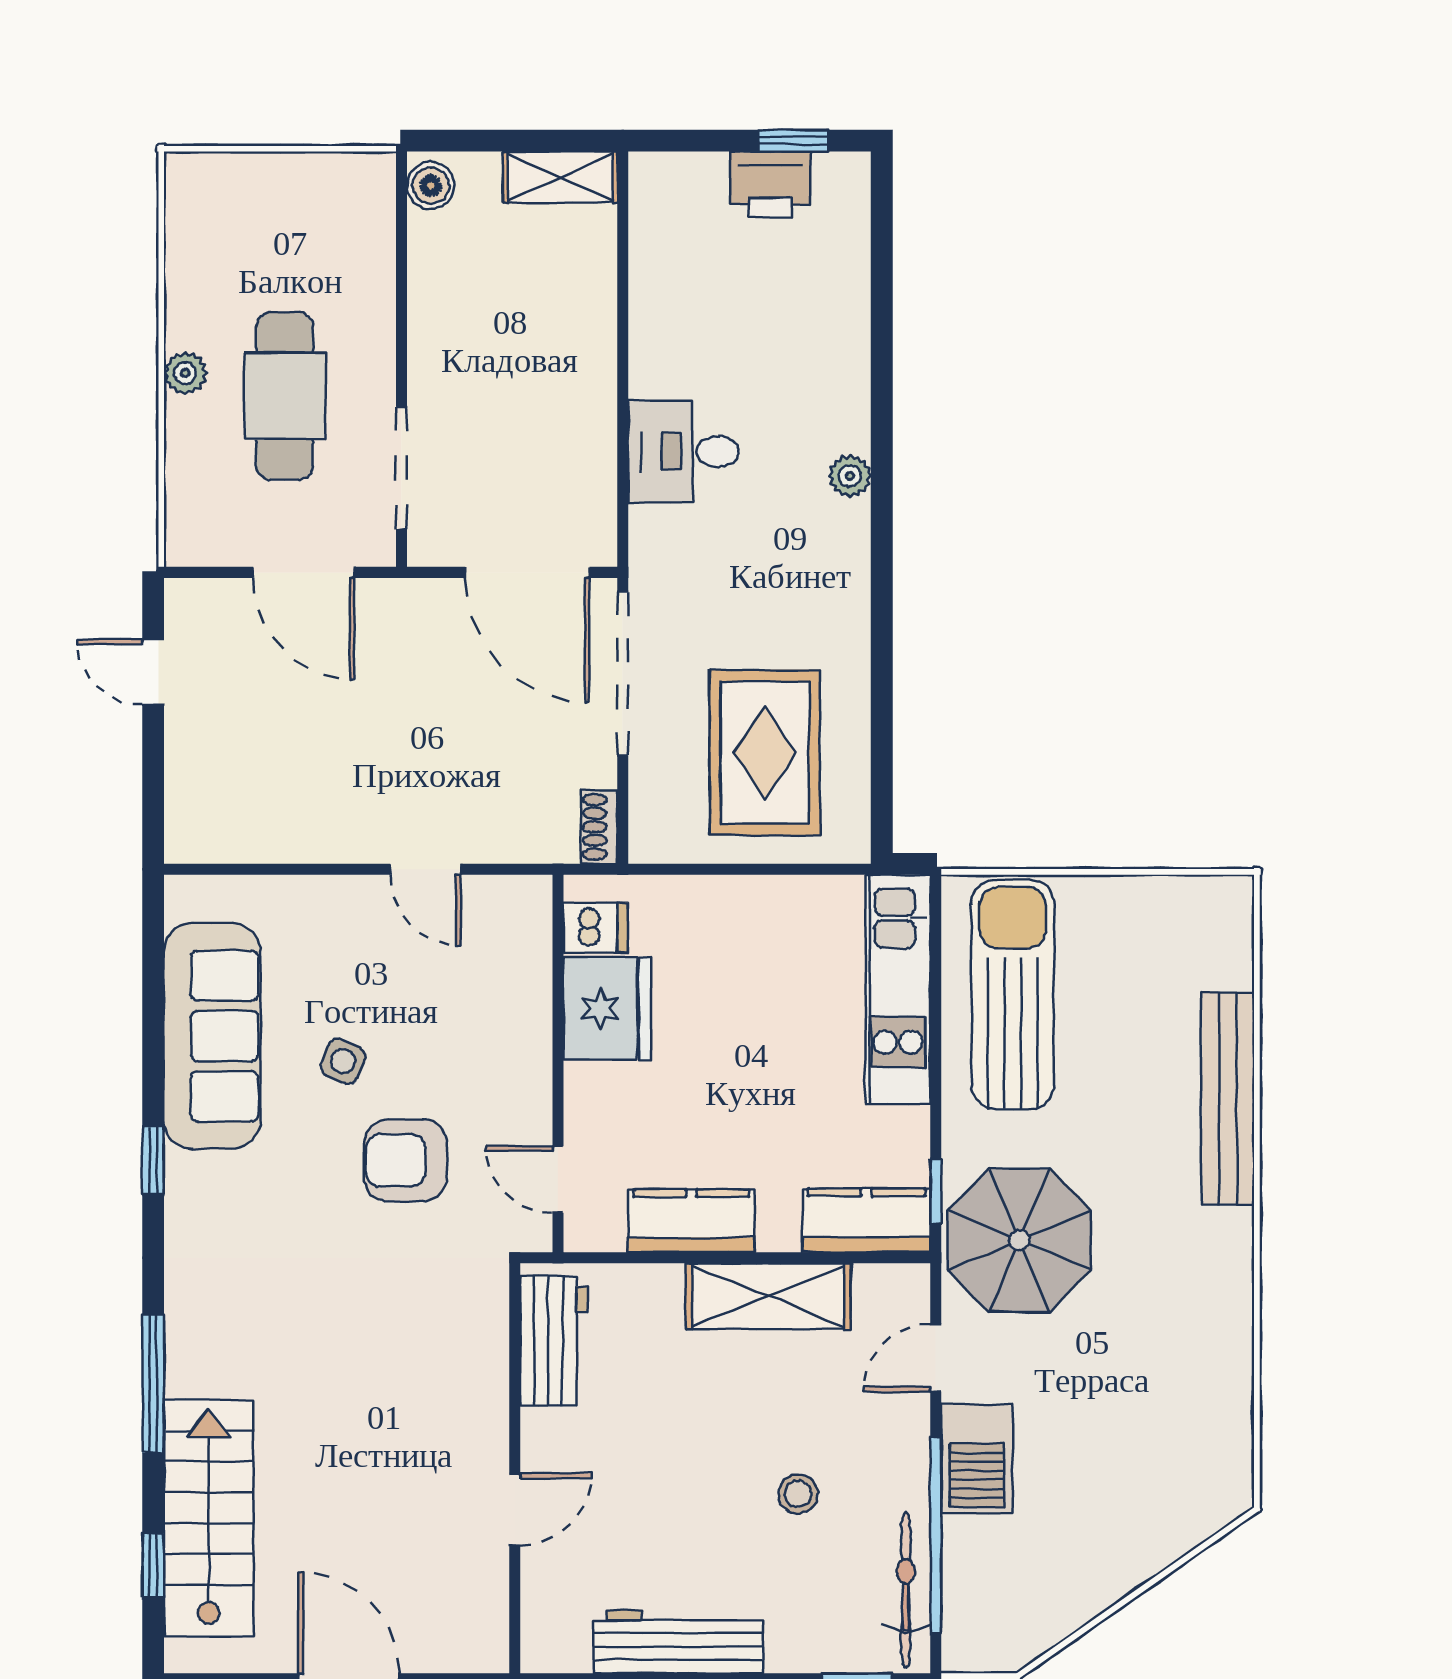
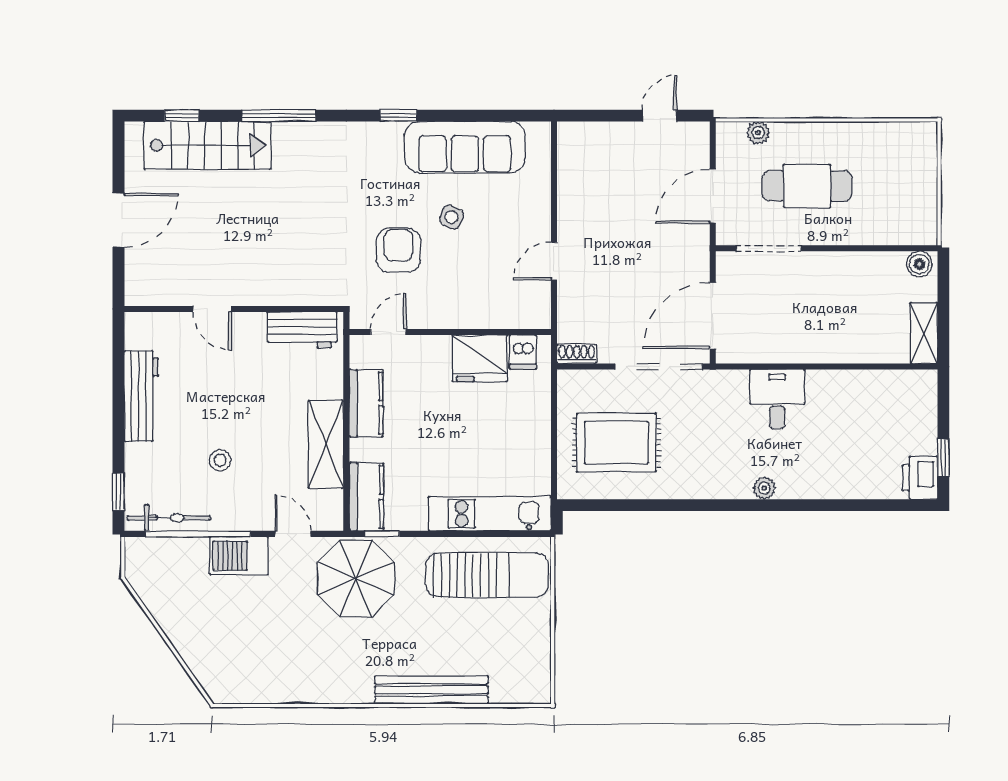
printer: (770, 185) -> (920, 478), moved
plant: (185, 373) -> (758, 133), moved

